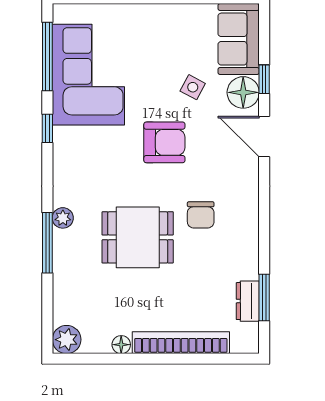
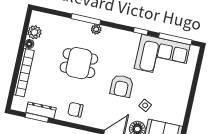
chair: (201, 215) -> (75, 110), moved
dining table: (138, 237) -> (79, 63), turned 90
dresser: (248, 301) -> (41, 110), width x1.44
plant: (67, 340) -> (34, 32), moved

